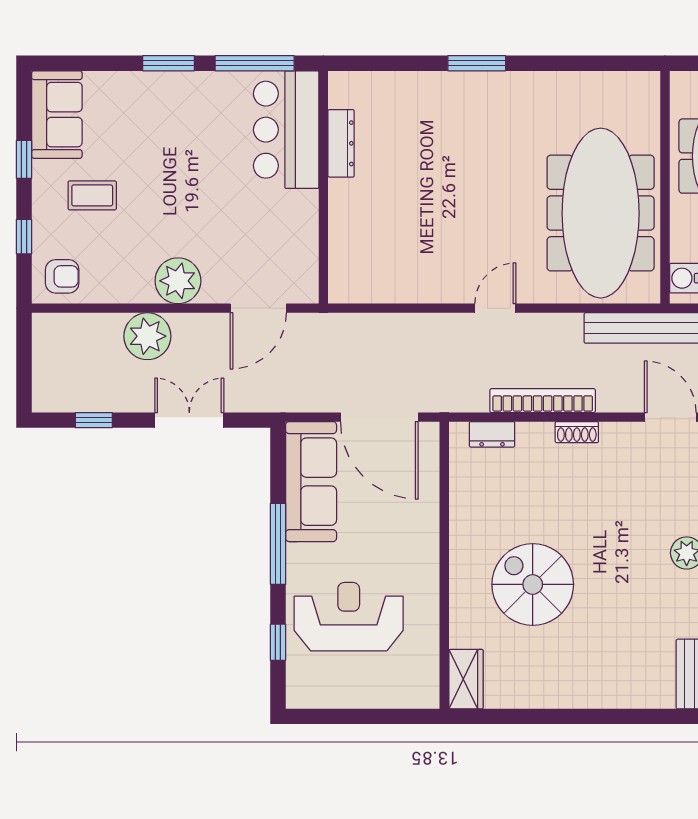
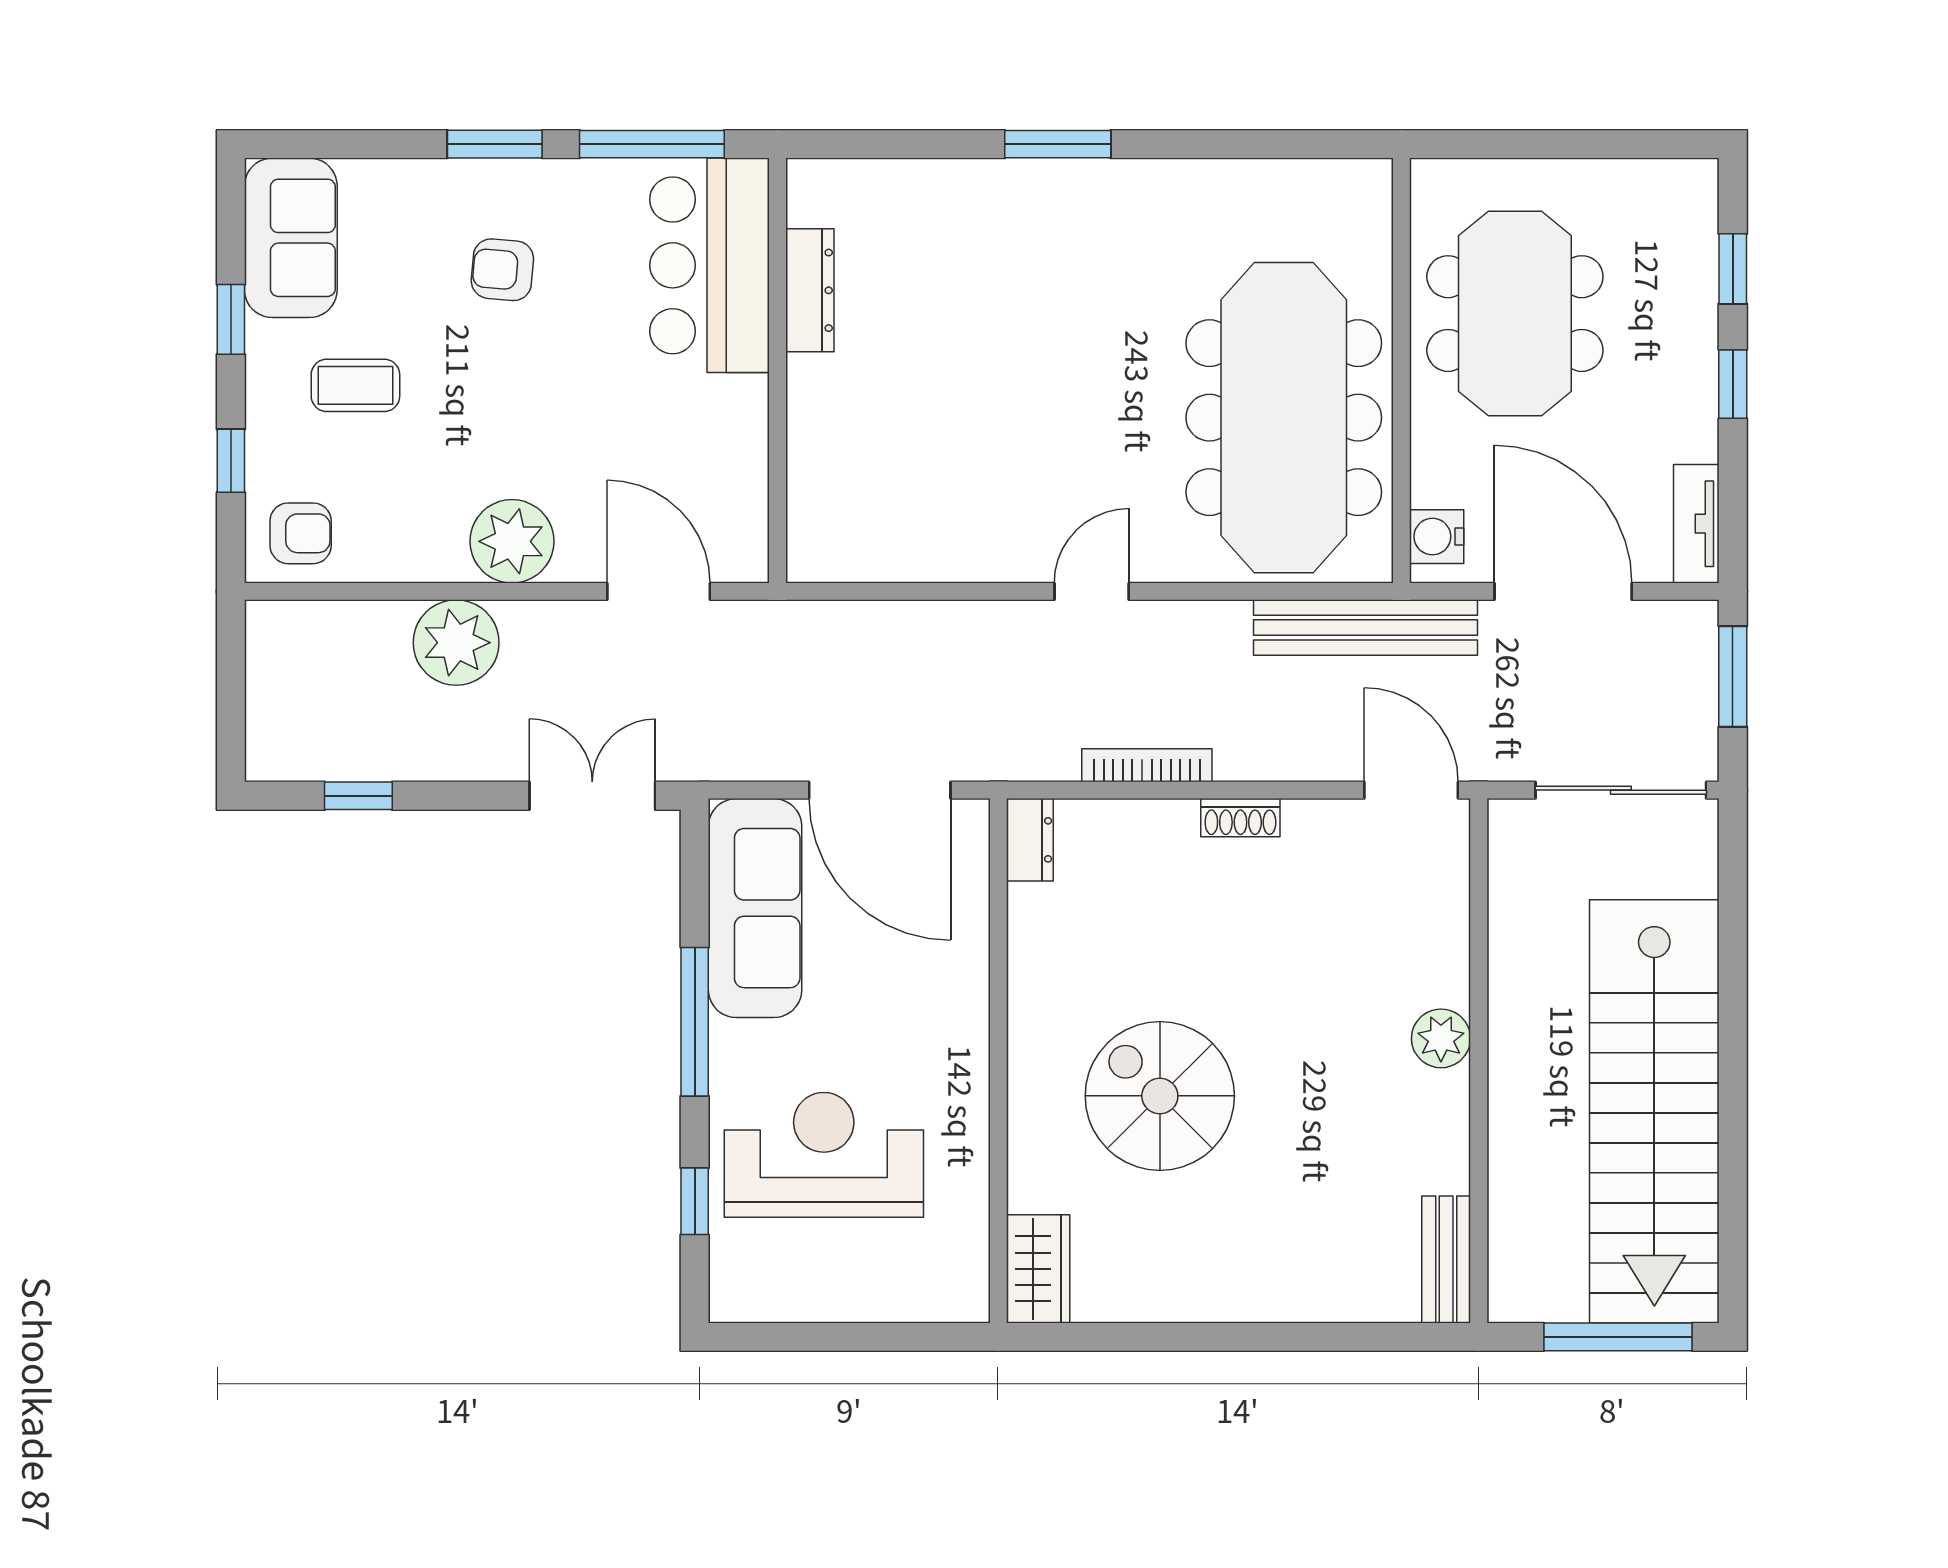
armchair: (173, 132) -> (502, 270), added
door: (258, 308) -> (659, 591), swing flipped
bookcase: (543, 401) -> (1147, 765), width x0.68, depth x0.76
double door: (189, 420) -> (592, 796), moved
dresser: (492, 434) -> (1030, 840), moved, turned -90

